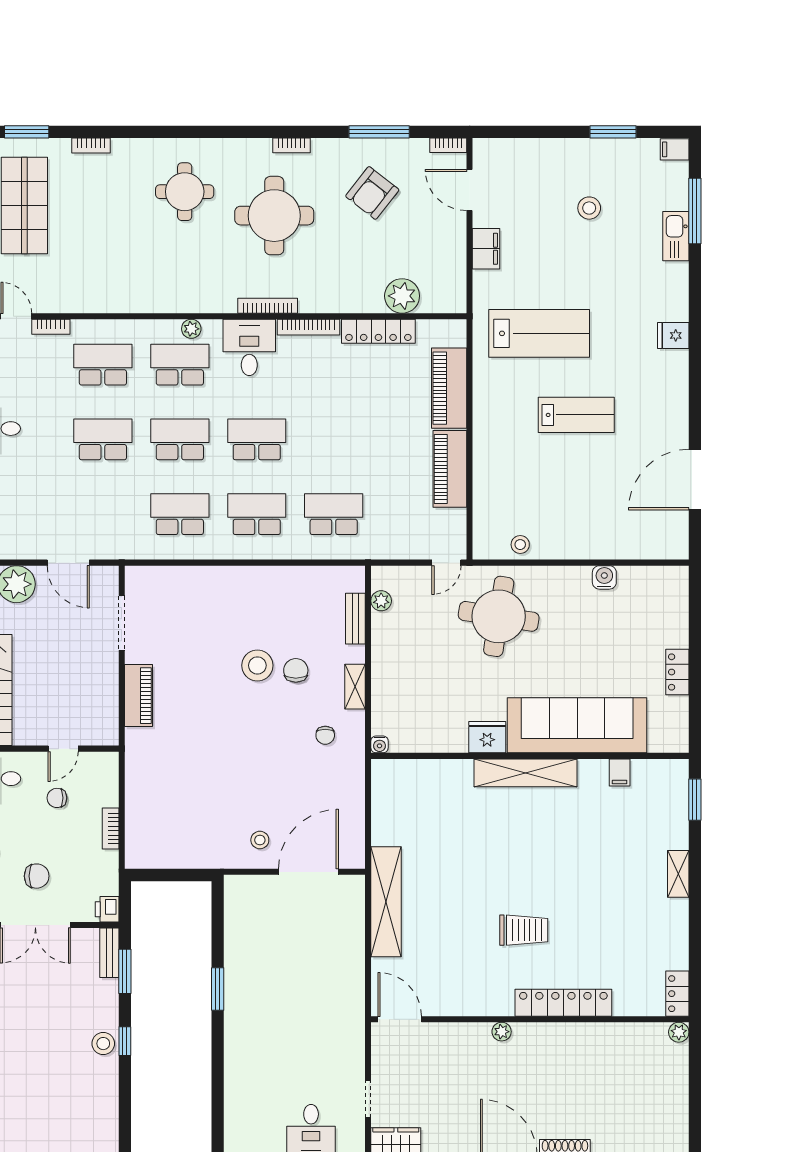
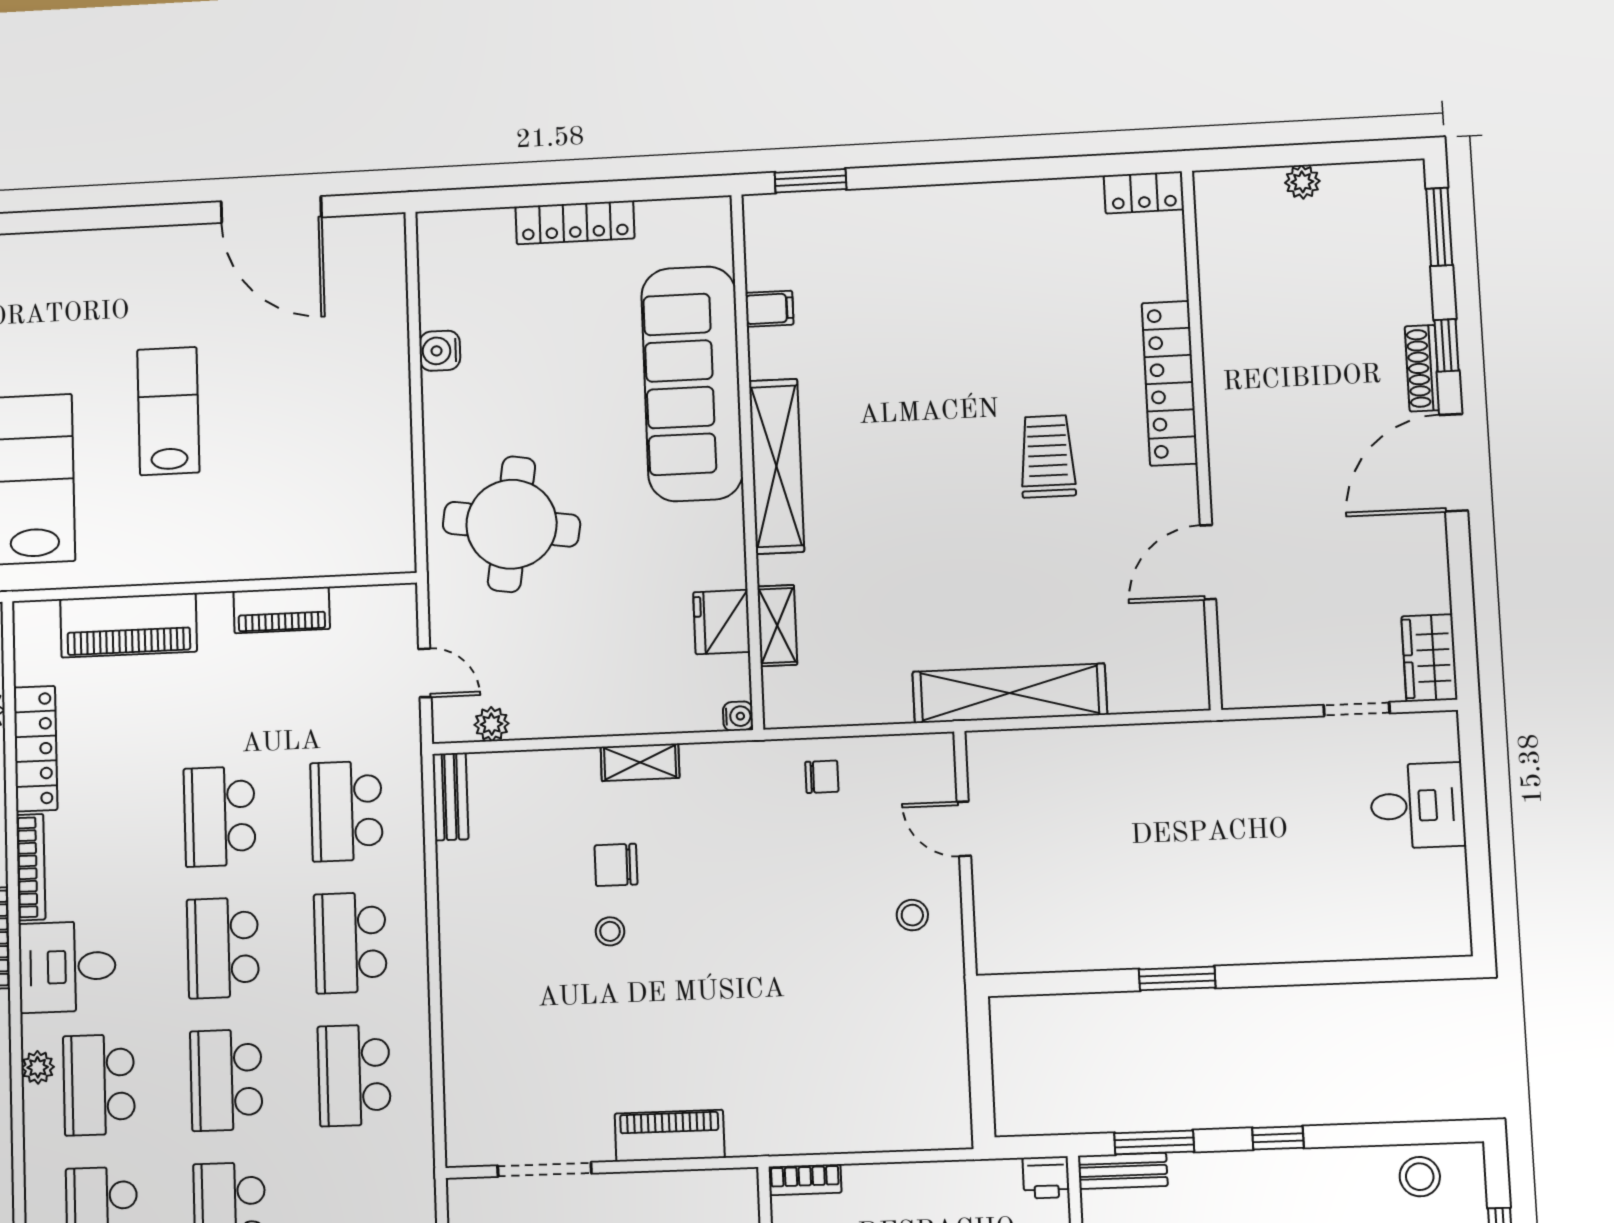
fridge: (673, 335) -> (32, 258), removed
school desk: (334, 439) -> (220, 816), added
piano: (450, 469) -> (282, 610), width x0.73, depth x0.75
stool: (520, 545) -> (389, 494), removed
door: (446, 563) -> (425, 673), moved
bench: (355, 619) -> (450, 797), moved, turned 90
stool: (257, 665) -> (610, 931), width x0.53, depth x0.53
locker: (677, 672) -> (575, 222), width x1.53
chair: (325, 735) -> (822, 777), moved
fridge: (487, 737) -> (722, 622), moved
bookcase: (111, 828) -> (805, 1180), moved
door: (308, 872) -> (964, 829), width x0.53
shelving: (678, 874) -> (777, 626), moved, turned 90
door: (400, 1019) -> (1208, 562), moved
plant: (502, 1032) -> (1226, 486), removed
plant: (679, 1032) -> (1302, 182), moved
stool: (103, 1044) -> (1420, 1177), moved

